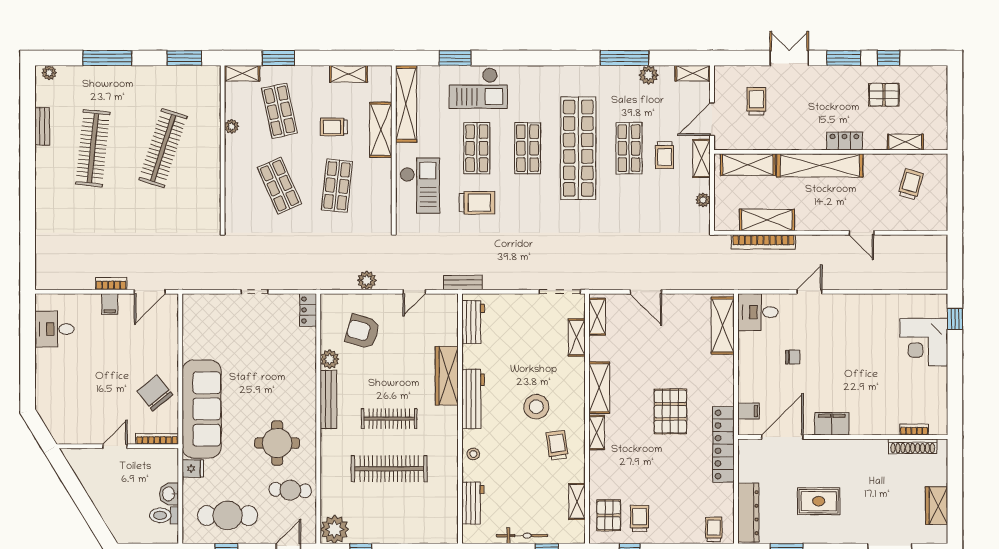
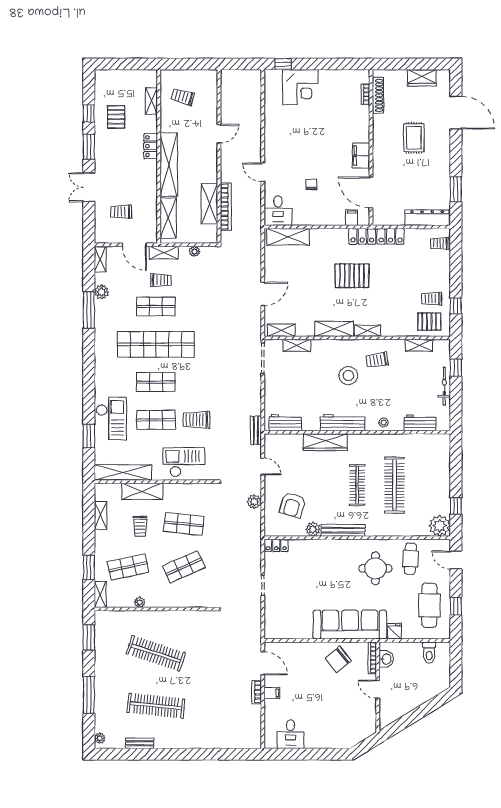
trolley: (477, 203) -> (197, 420), turned -90
washbasin: (169, 494) -> (386, 659), moved, turned -90
rug: (819, 501) -> (414, 138), moved

